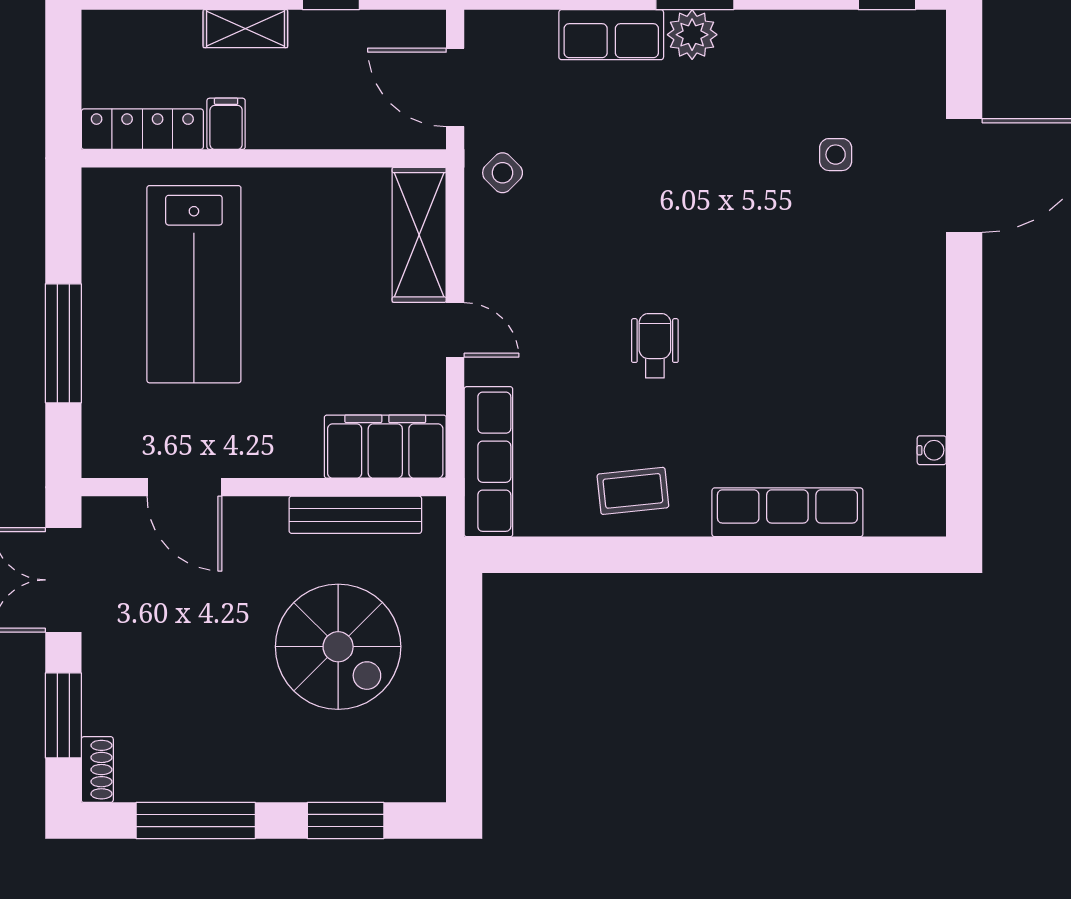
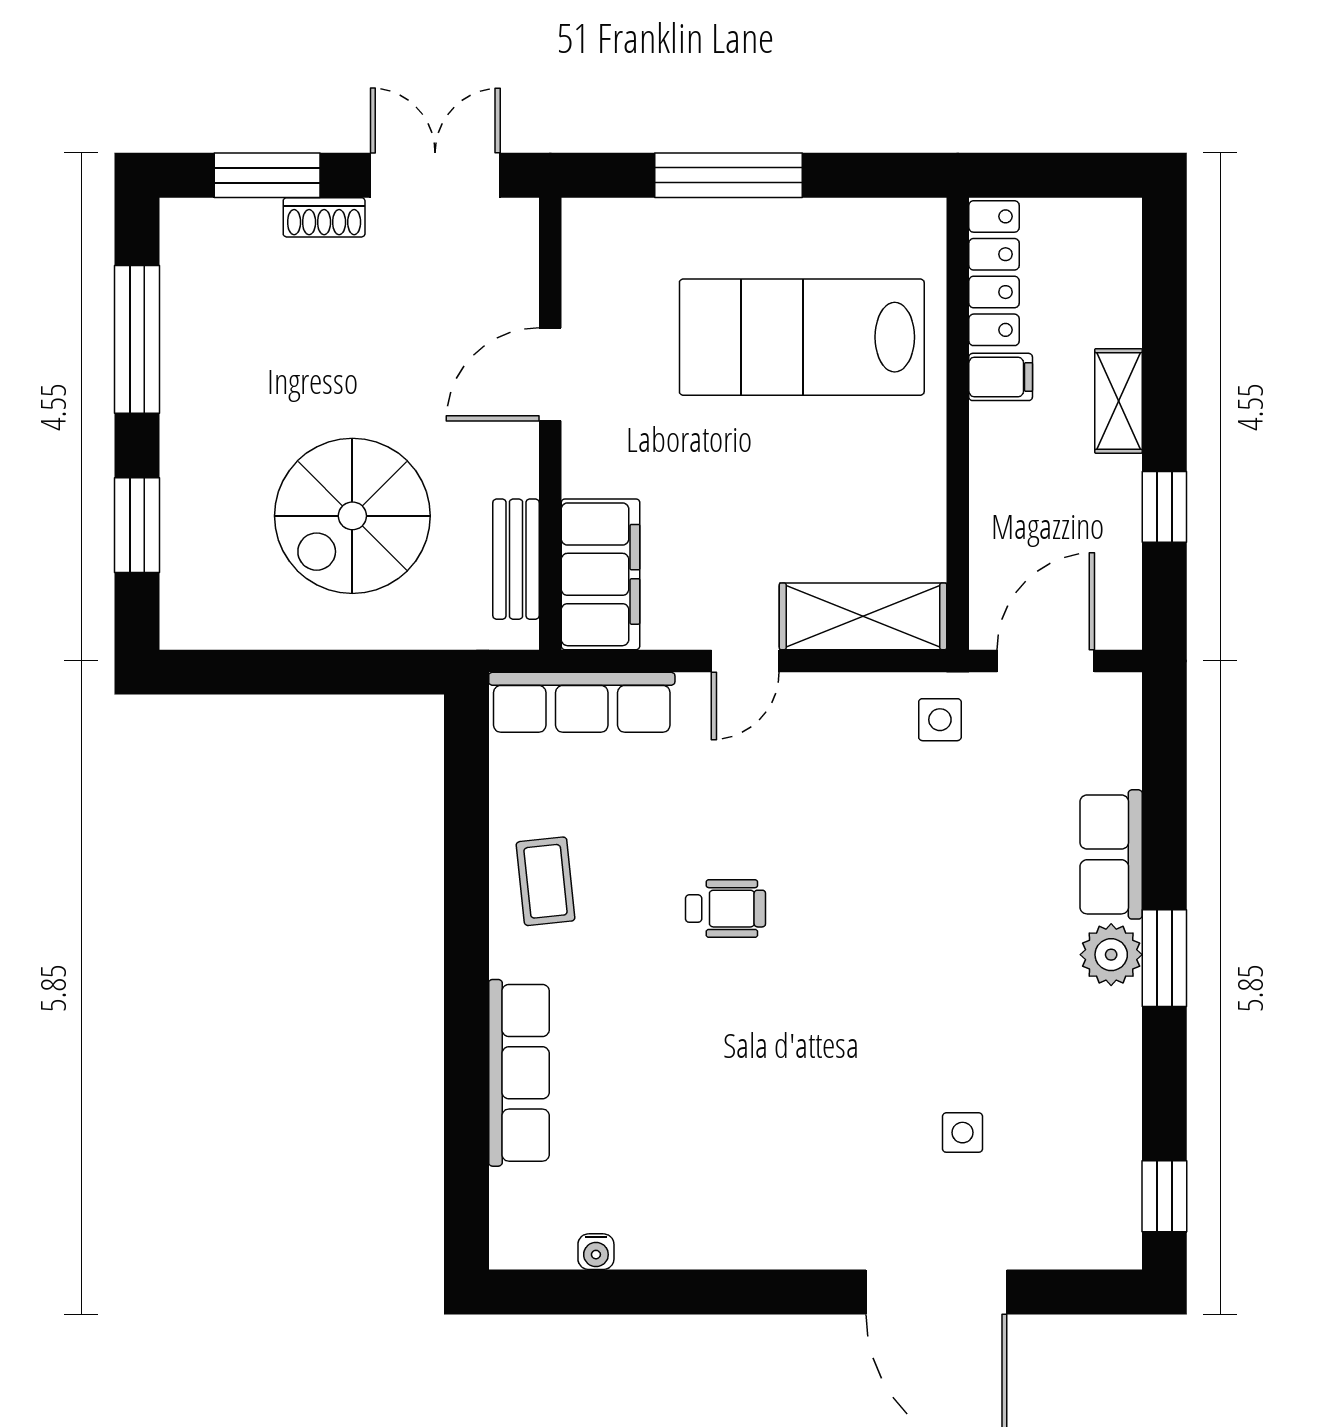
side table: (503, 173) -> (940, 720), turned 45
door: (184, 487) -> (550, 374), moved
bench: (355, 515) -> (516, 559), width x0.73
shoe rack: (97, 770) -> (324, 217), moved

